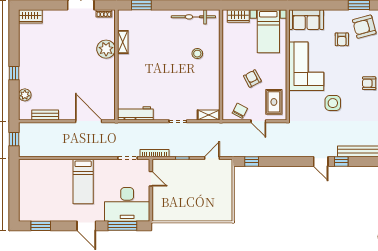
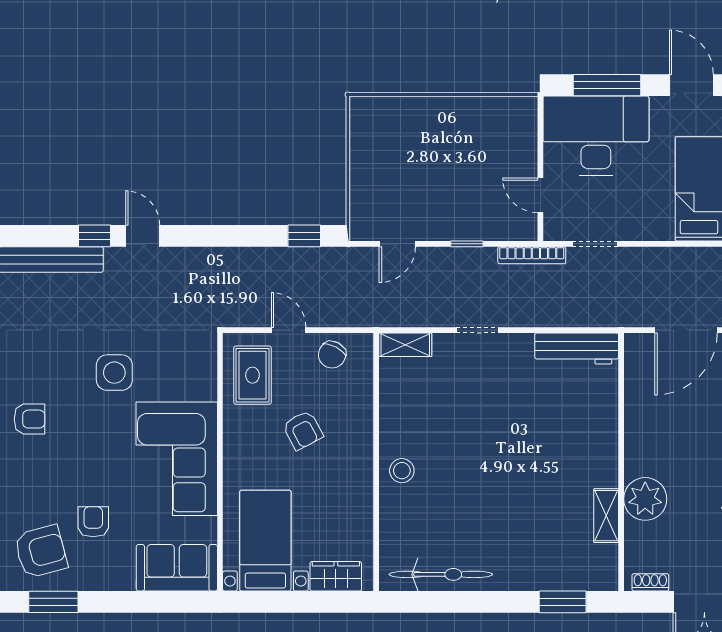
stool: (197, 54) -> (402, 471), moved
door: (89, 121) -> (686, 330), hinge flipped

